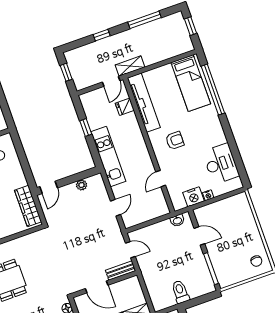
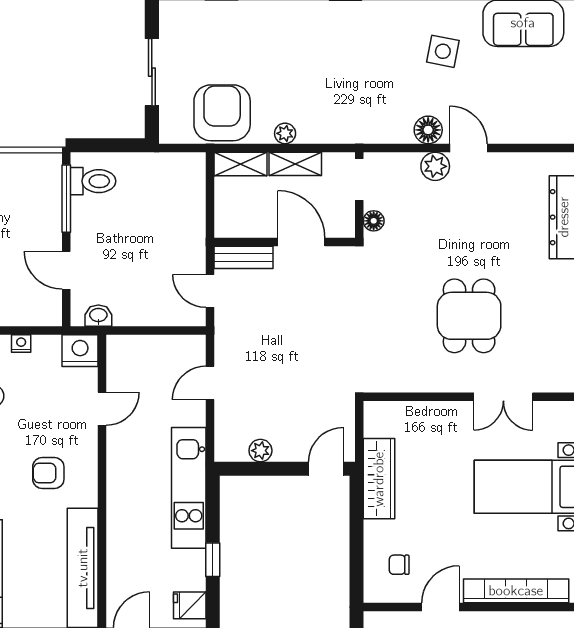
fridge: (125, 107) -> (190, 605), moved, turned 180
nightstand: (193, 197) -> (80, 351), moved
wardrobe: (28, 206) -> (379, 479), moved
toilet: (180, 292) -> (93, 181), moved, turned -90

